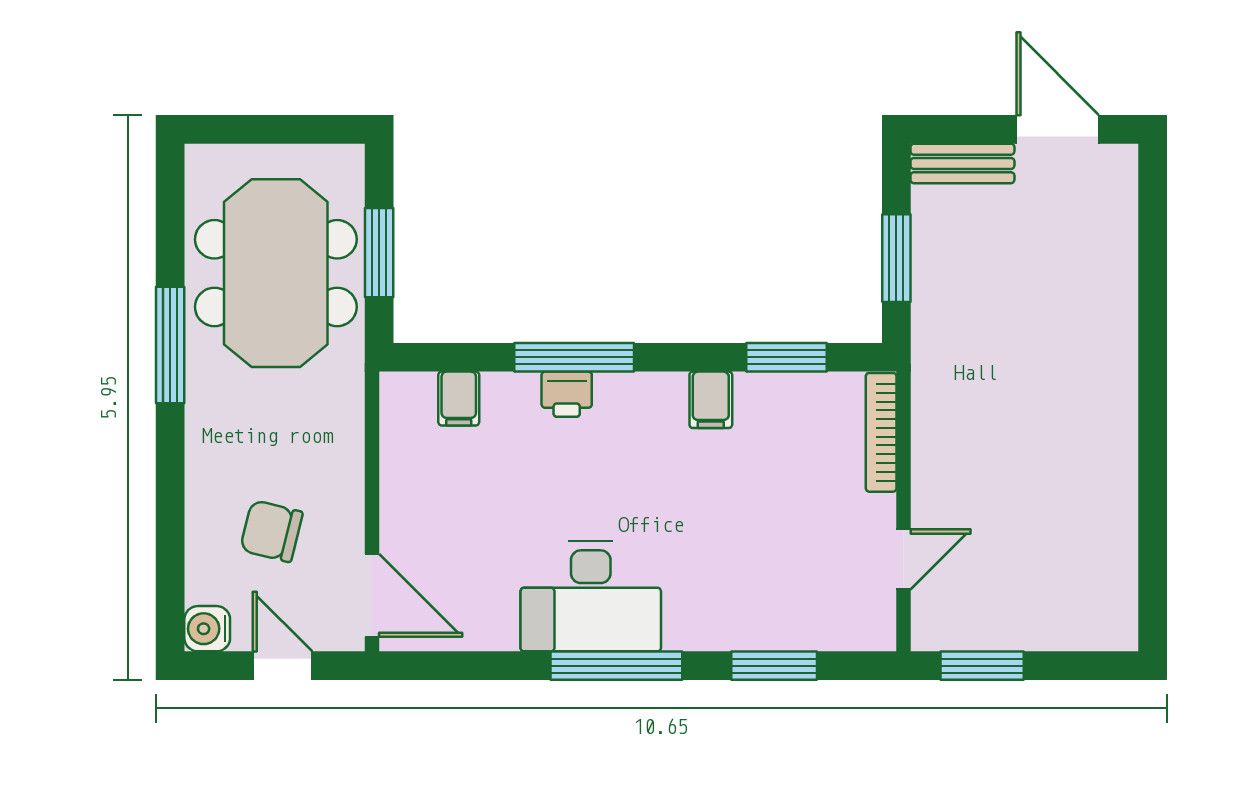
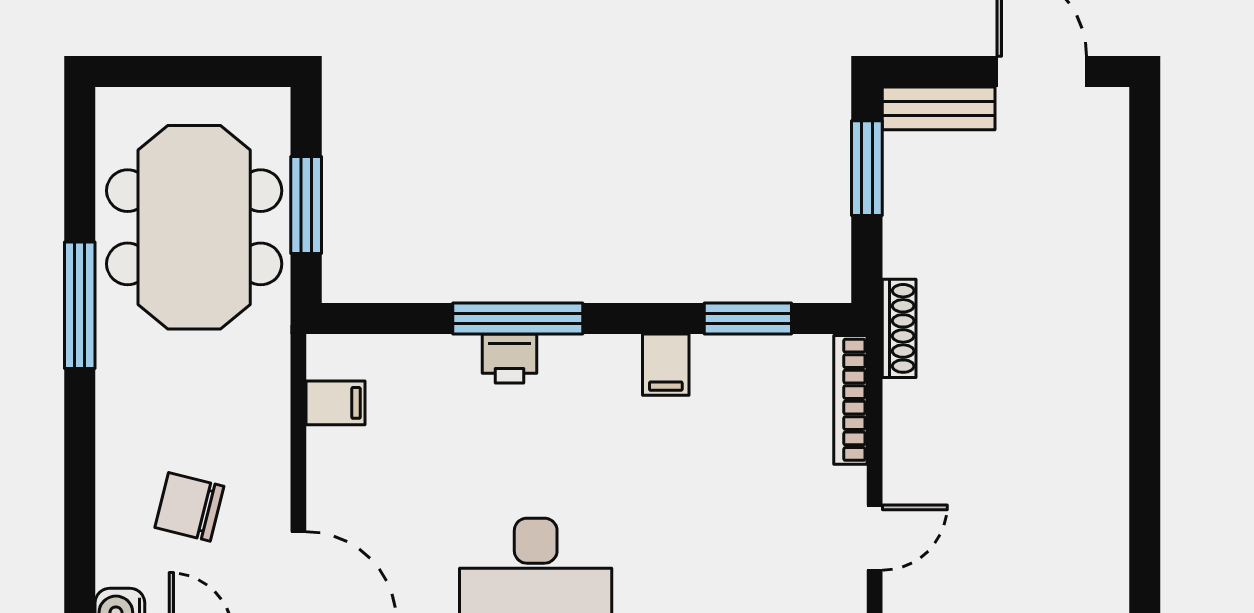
window: (896, 258) -> (867, 168), moved
shoe rack: (926, 366) -> (899, 328), added
filing cabinet: (459, 399) -> (335, 403), moved, turned -90

